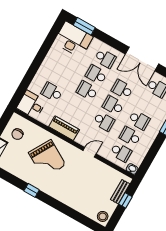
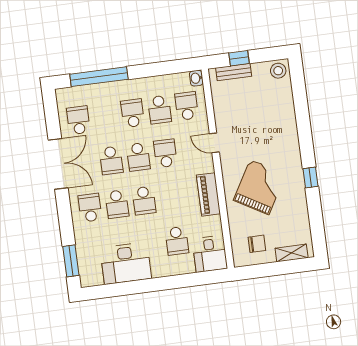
desk: (73, 40) -> (126, 263), moved, turned -90

